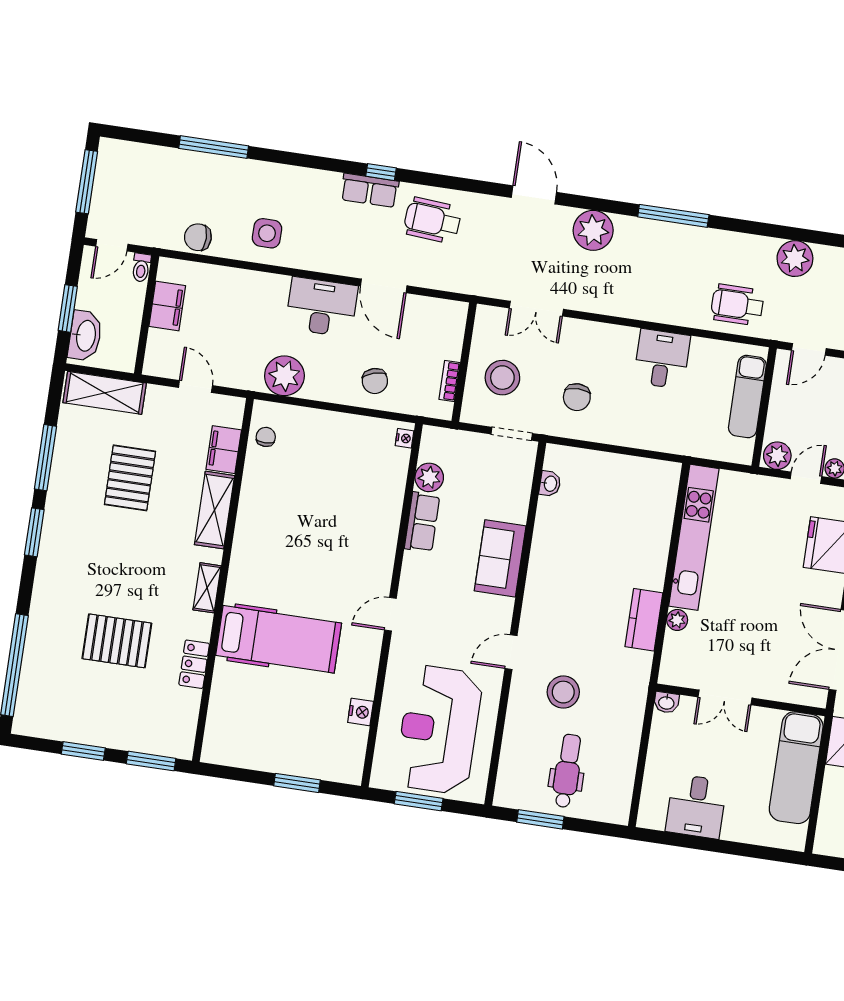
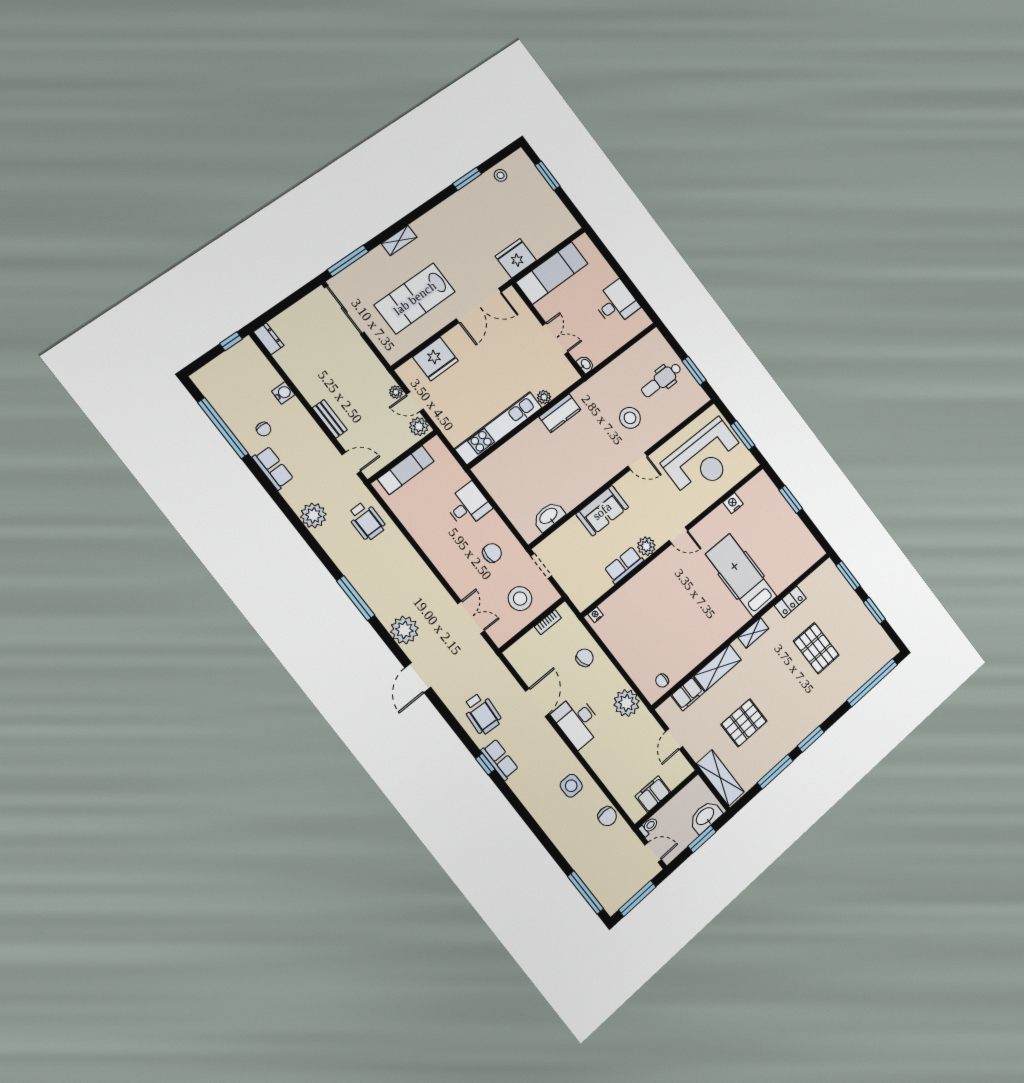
window: (214, 147) -> (586, 893), moved
desk: (662, 359) -> (468, 505), moved, turned 180
plant: (429, 477) -> (646, 546), moved
washbasin: (550, 484) -> (549, 516), width x1.91, depth x1.45

